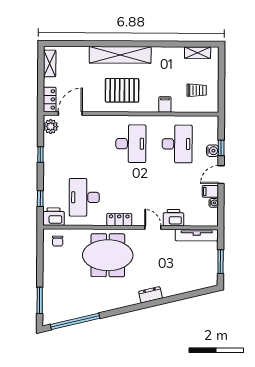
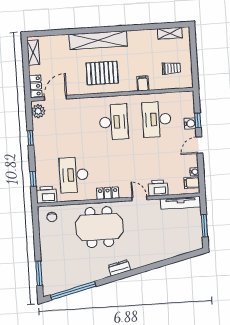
desk: (177, 144) -> (157, 119), turned 180
filing cabinet: (210, 191) -> (192, 183), moved
dresser: (150, 295) -> (119, 268), moved

